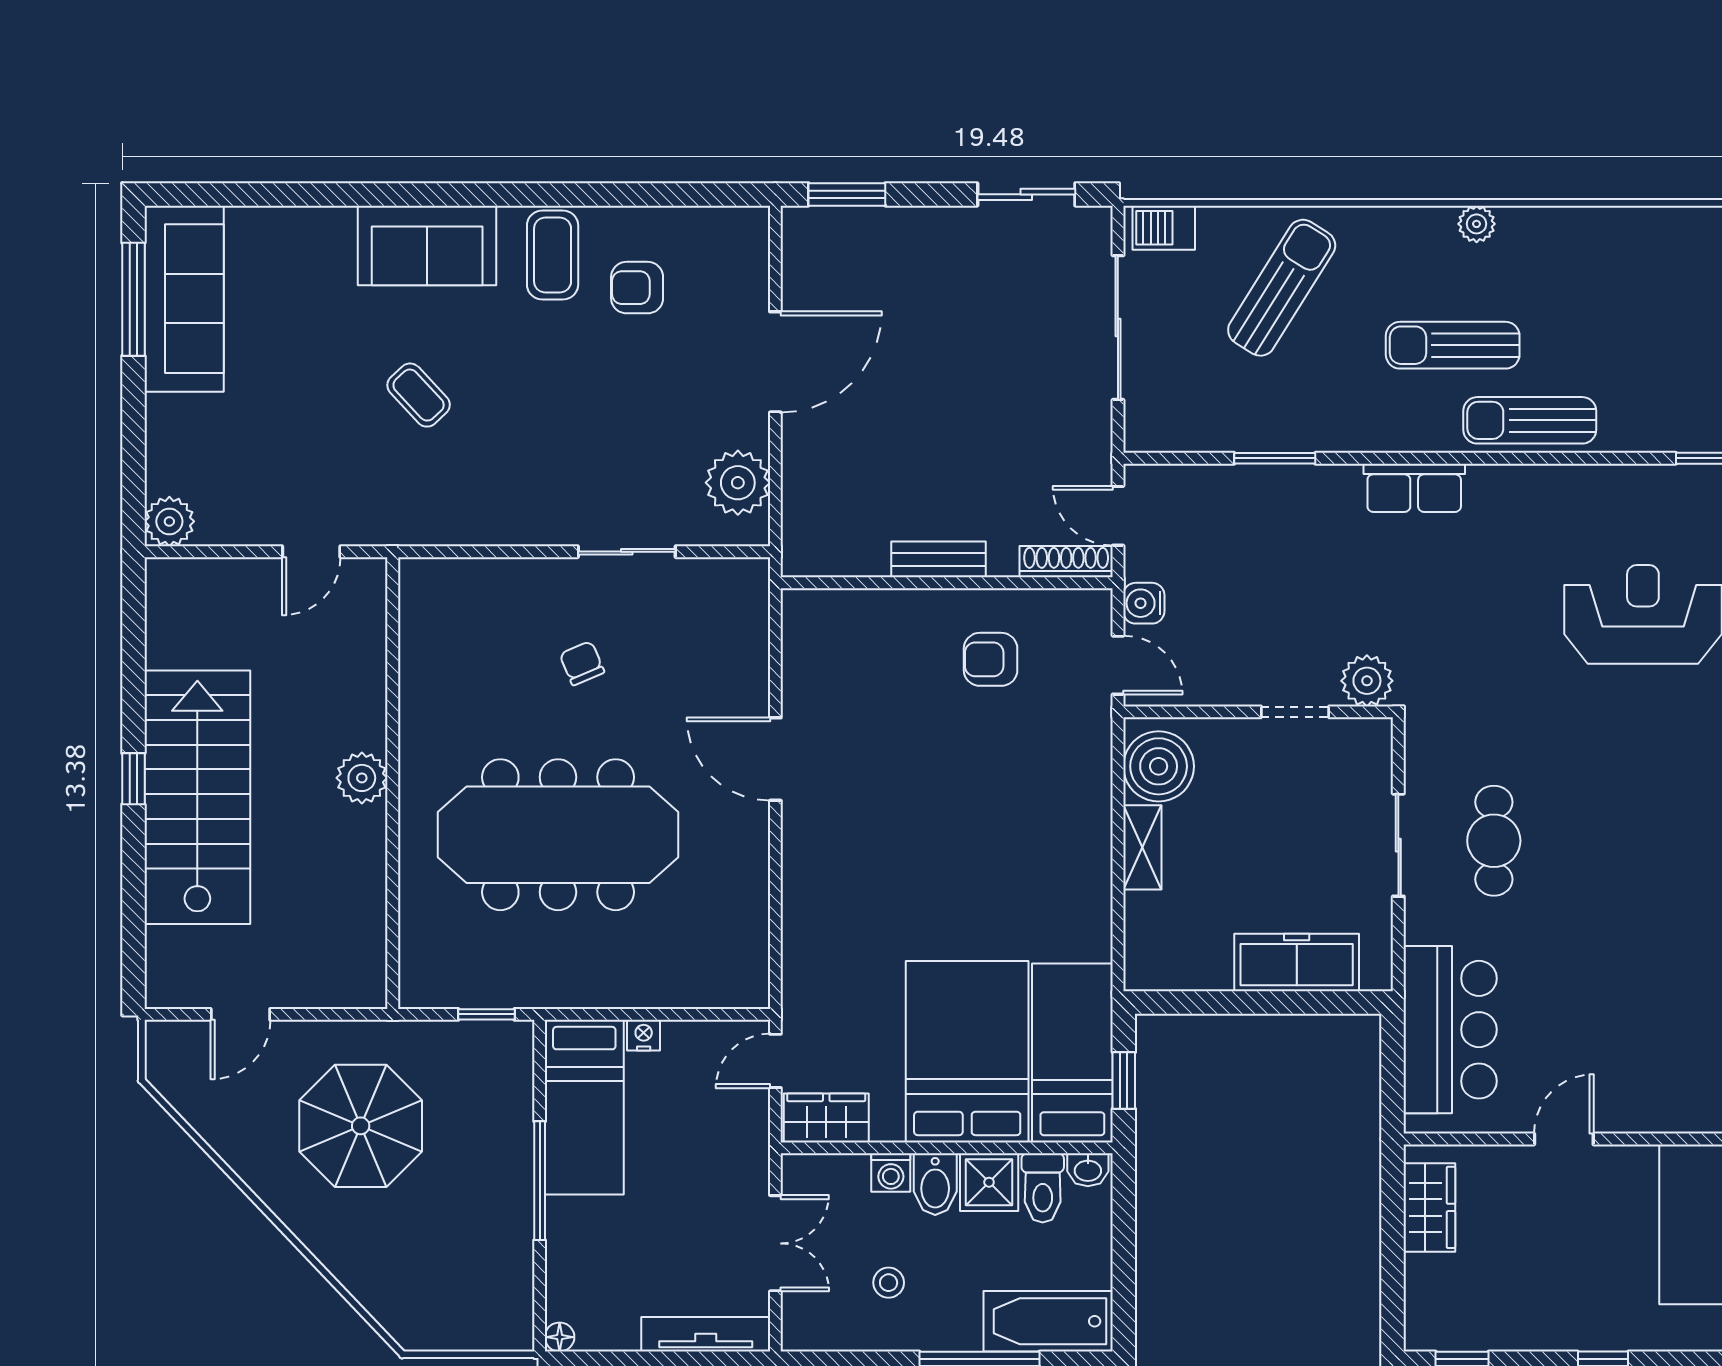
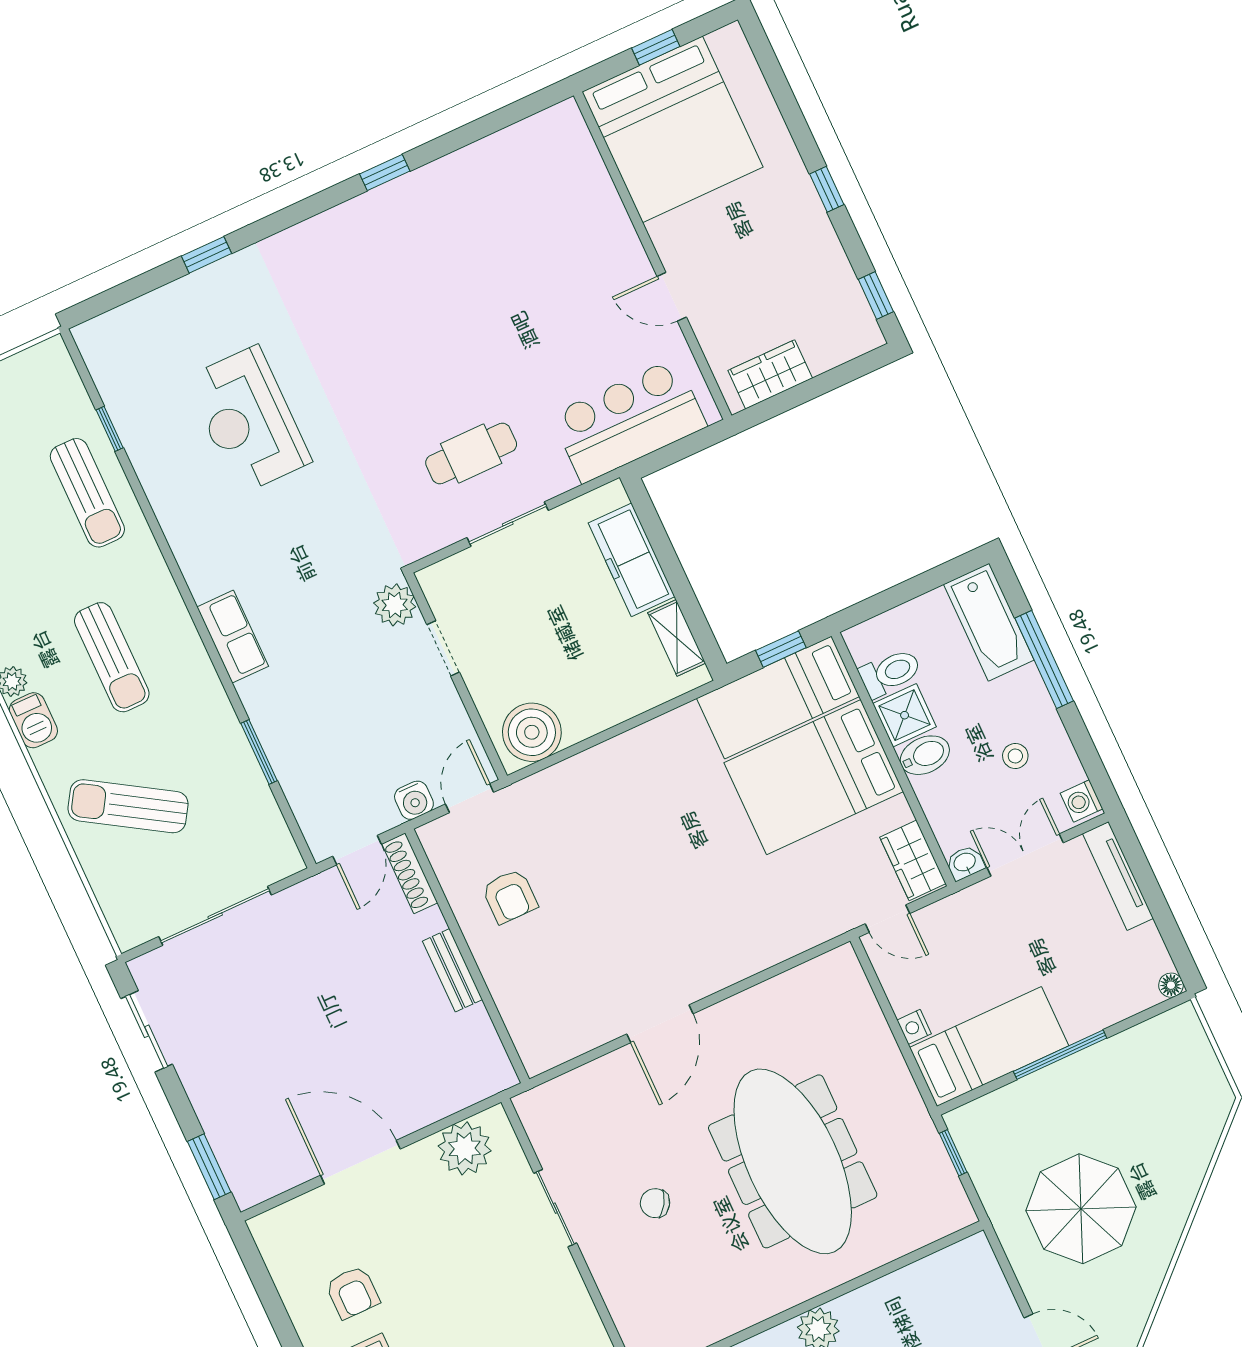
barbecue: (1164, 228) -> (33, 720), moved
sun lounger: (1530, 420) -> (87, 493), moved
chair: (582, 663) -> (655, 1203), turned 55
shelving: (1142, 847) -> (677, 638), moved, turned 90
washbasin: (1088, 1170) -> (965, 863), moved, turned -90
washing machine: (891, 1173) -> (1082, 801), moved, turned 180

